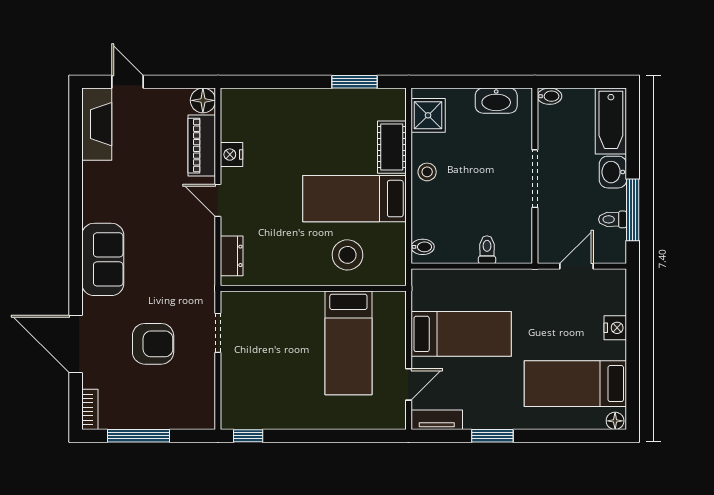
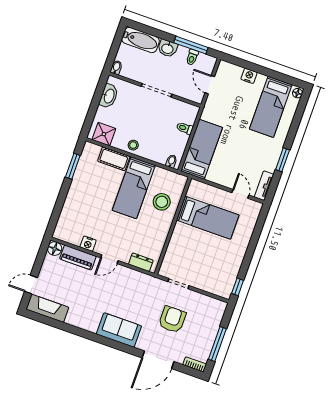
bed: (461, 334) -> (202, 149), moved

